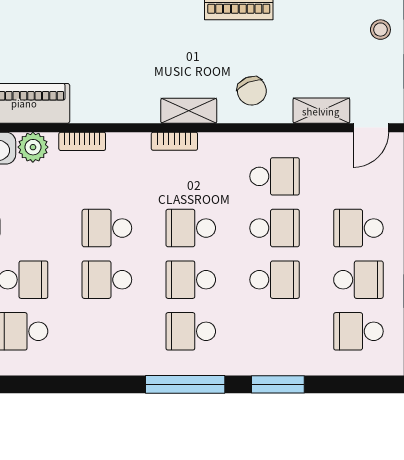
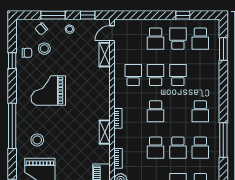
chair: (252, 91) -> (96, 85), removed
shelving: (189, 111) -> (105, 132), moved
door: (371, 128) -> (112, 33), swing flipped
school desk: (191, 280) -> (200, 148), moved
window: (185, 384) -> (223, 140), moved
window: (278, 384) -> (223, 49), moved

